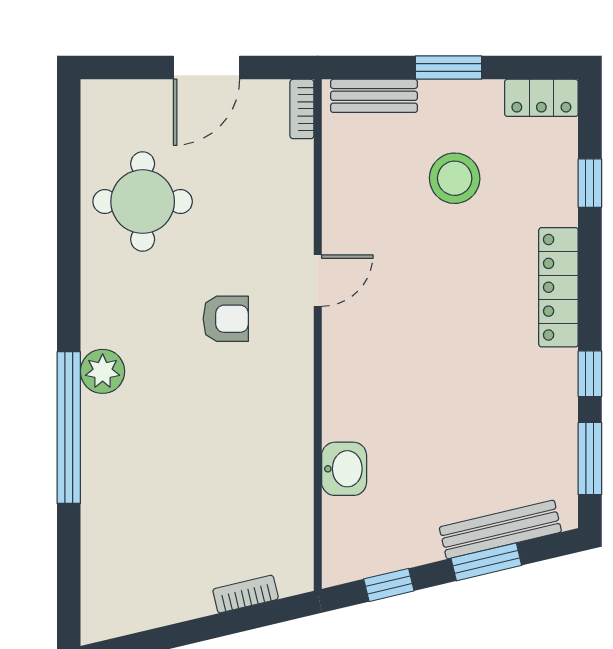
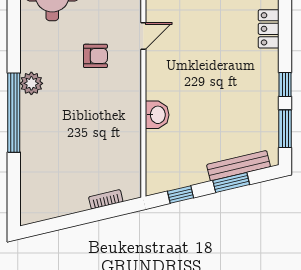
locker: (558, 287) -> (269, 29), width x0.66
washbasin: (344, 469) -> (157, 115), moved

